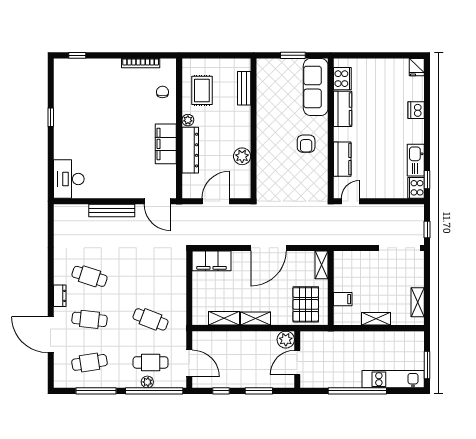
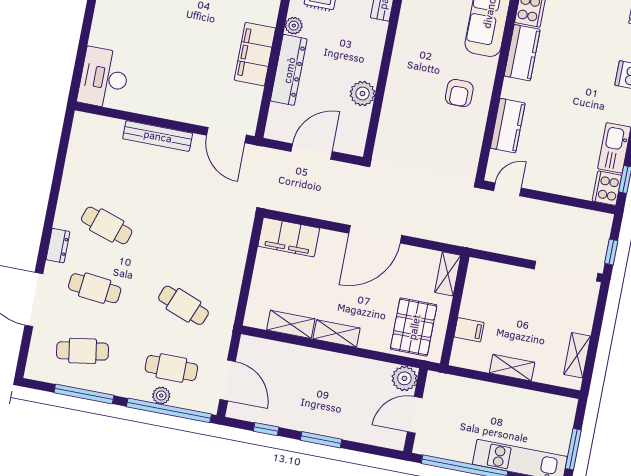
plant: (286, 340) -> (404, 378), moved
wall: (297, 360) -> (416, 411), moved
door: (297, 362) -> (415, 415), moved

